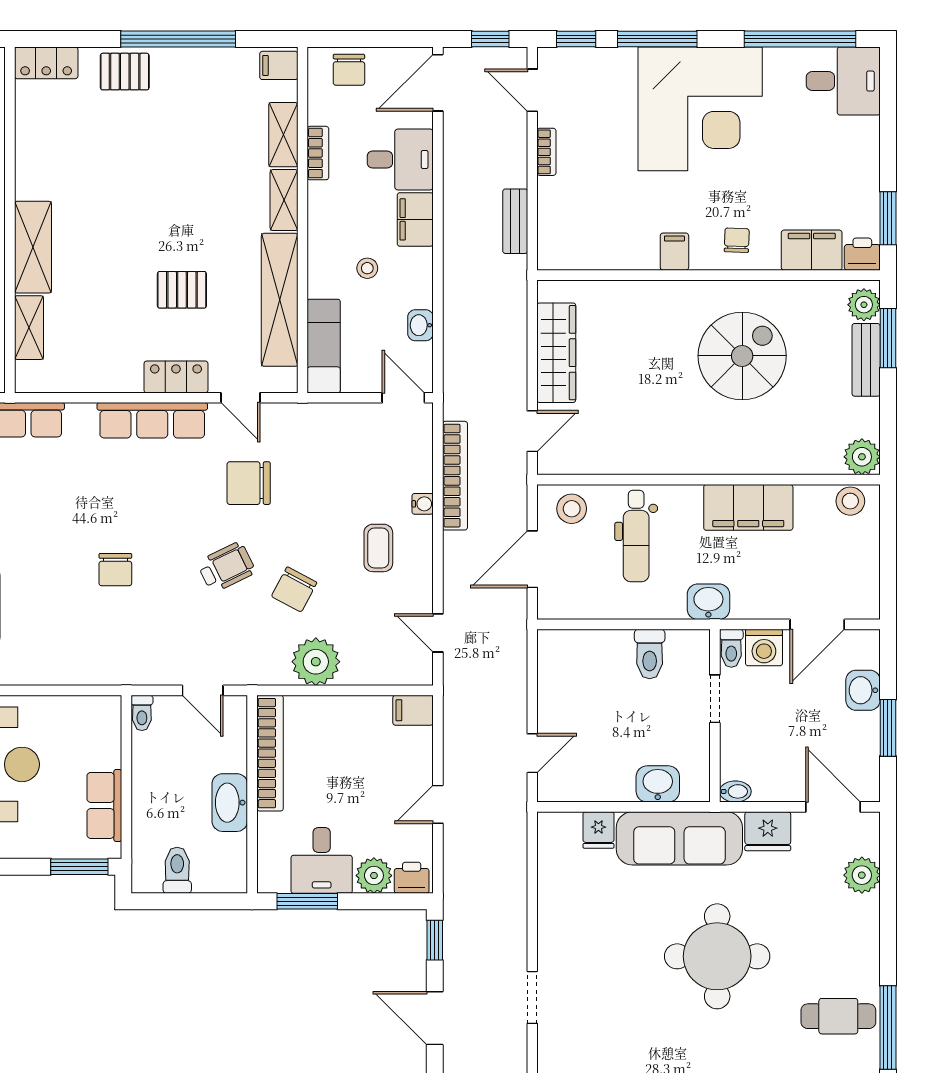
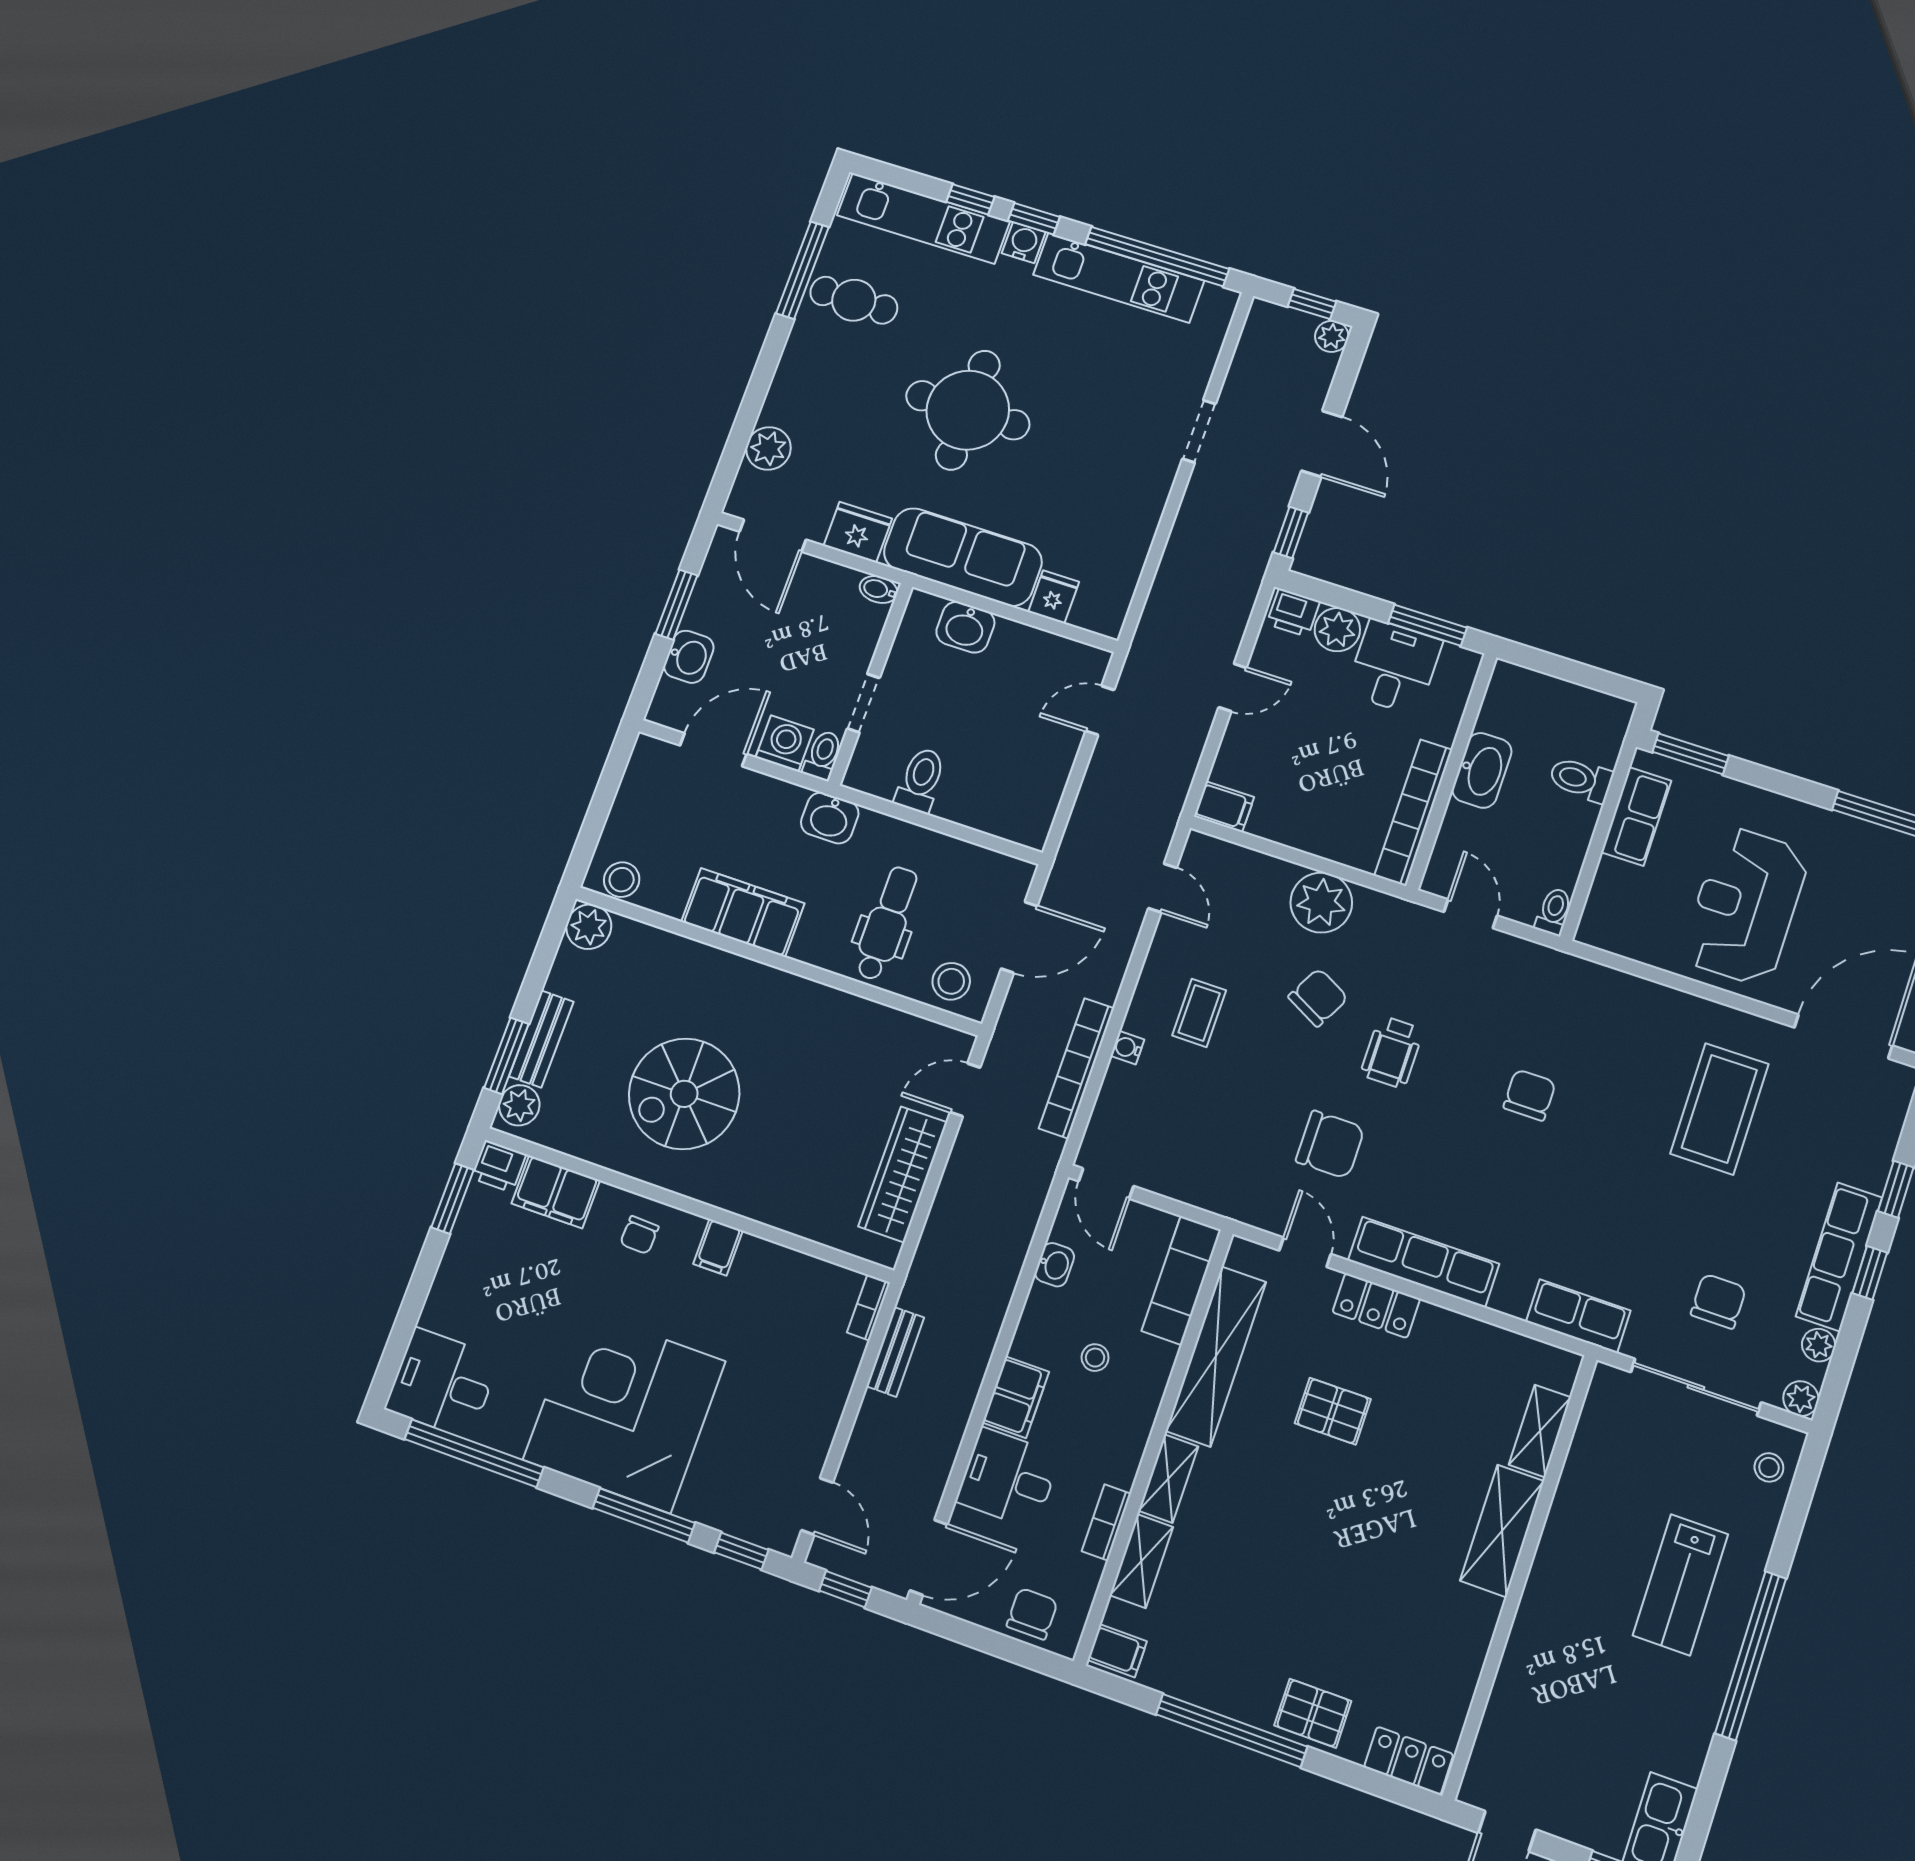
bookcase: (546, 152) -> (868, 1308), moved
wheelchair: (226, 567) -> (1392, 1052), turned -64
toilet: (177, 870) -> (1581, 779), moved, turned 90

